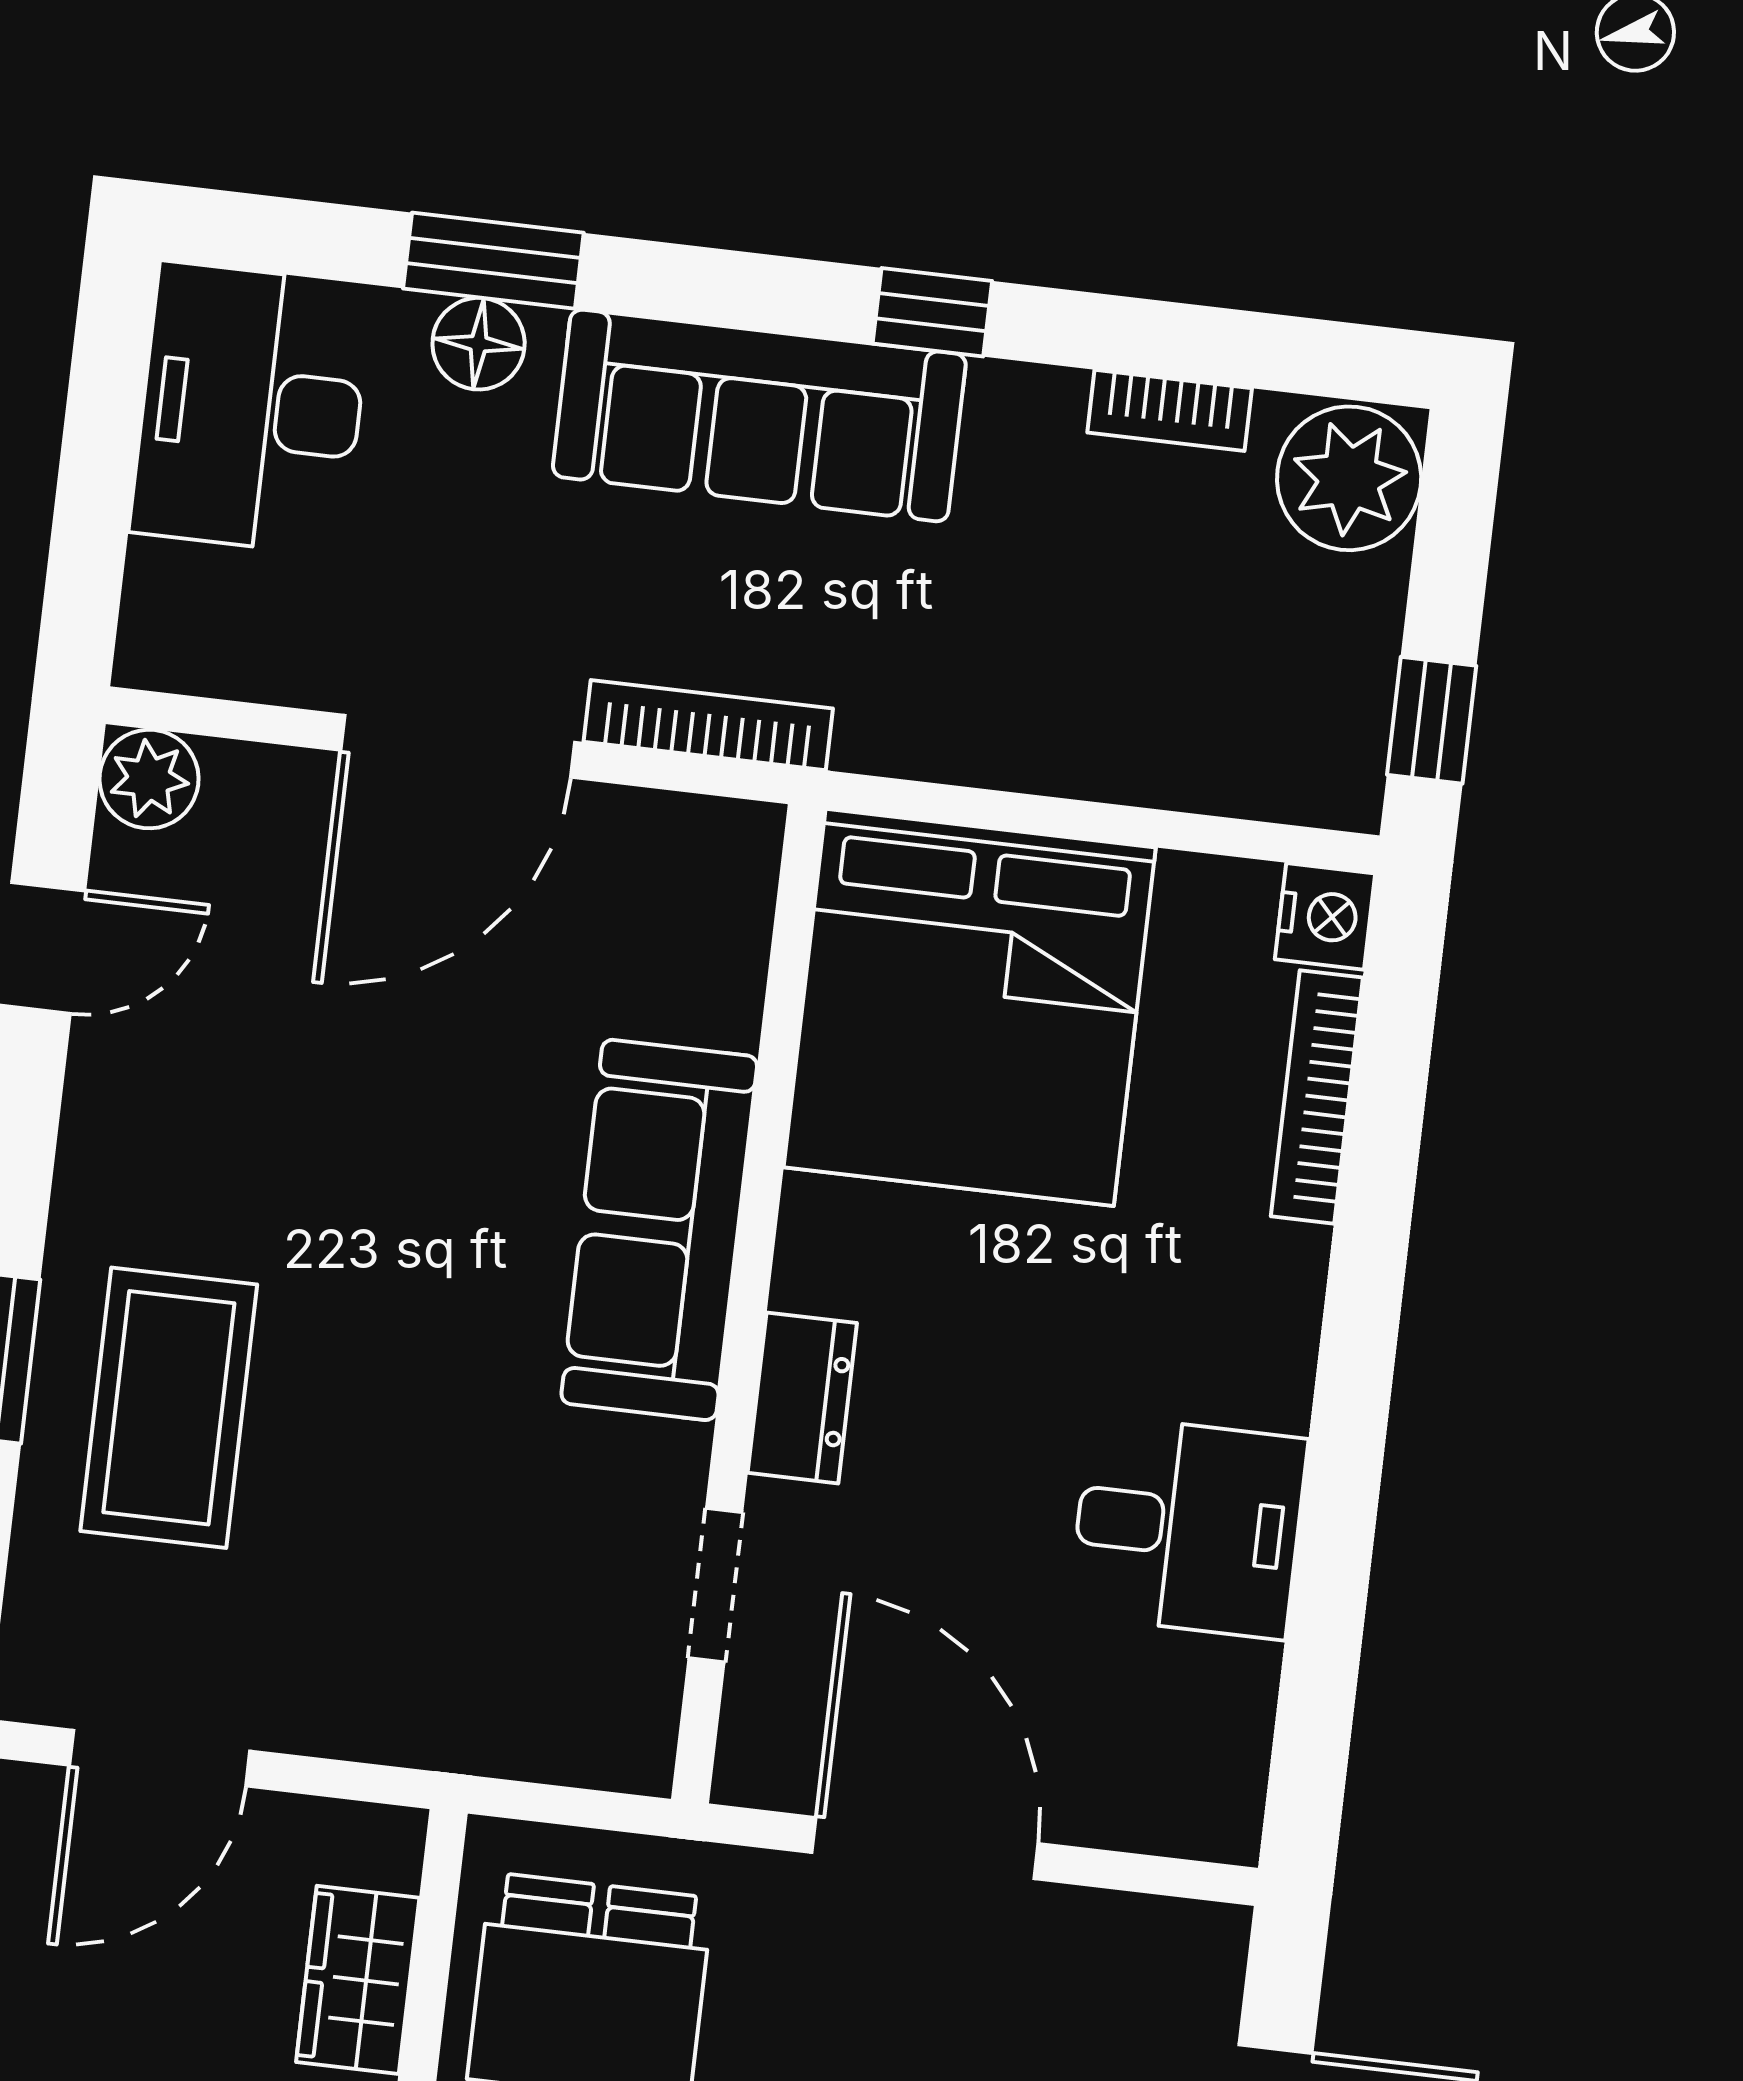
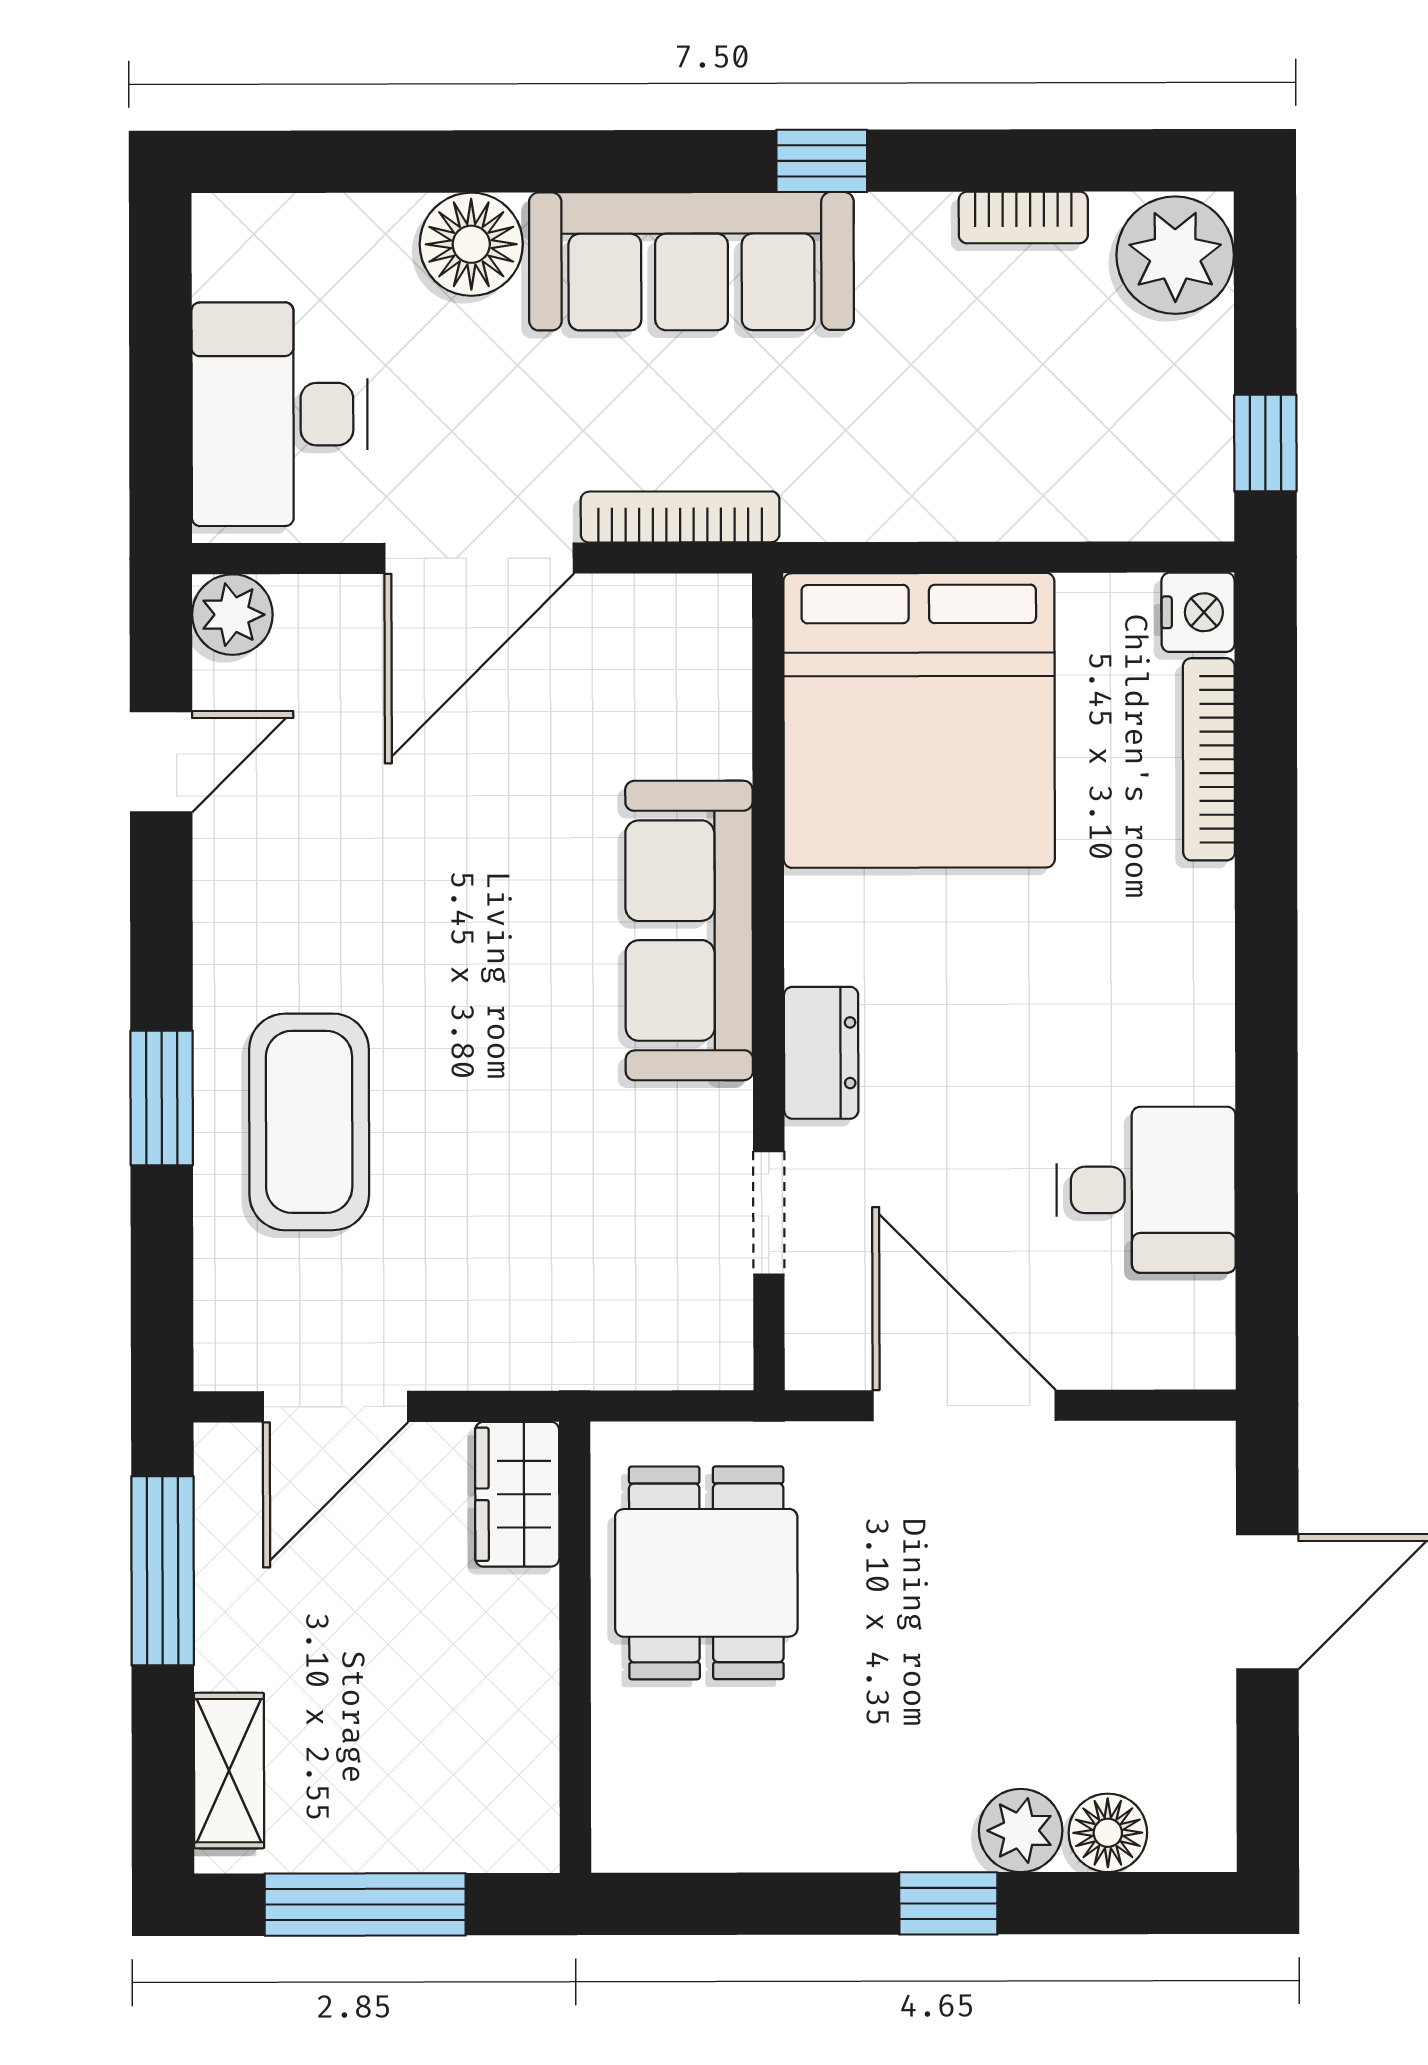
window: (493, 261) -> (461, 162), removed
floor lamp: (479, 344) -> (471, 244), width x1.38, depth x1.38
desk: (251, 409) -> (279, 414), moved
desk: (1188, 1527) -> (1146, 1190), moved
wardrobe: (358, 1980) -> (517, 1494), moved

